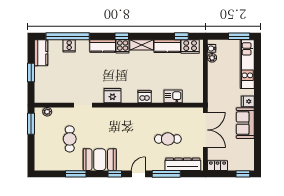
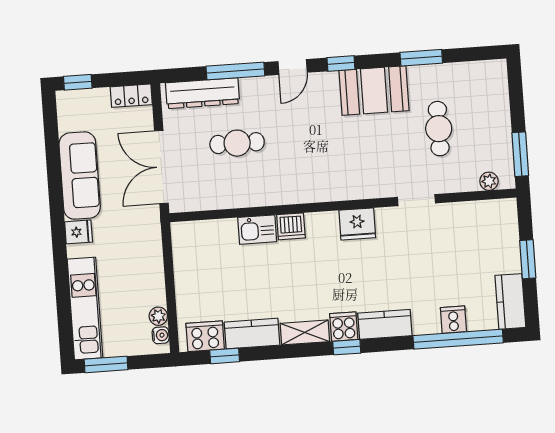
kitchen sink: (173, 96) -> (257, 230), moved
sofa: (245, 123) -> (80, 176), width x1.36

